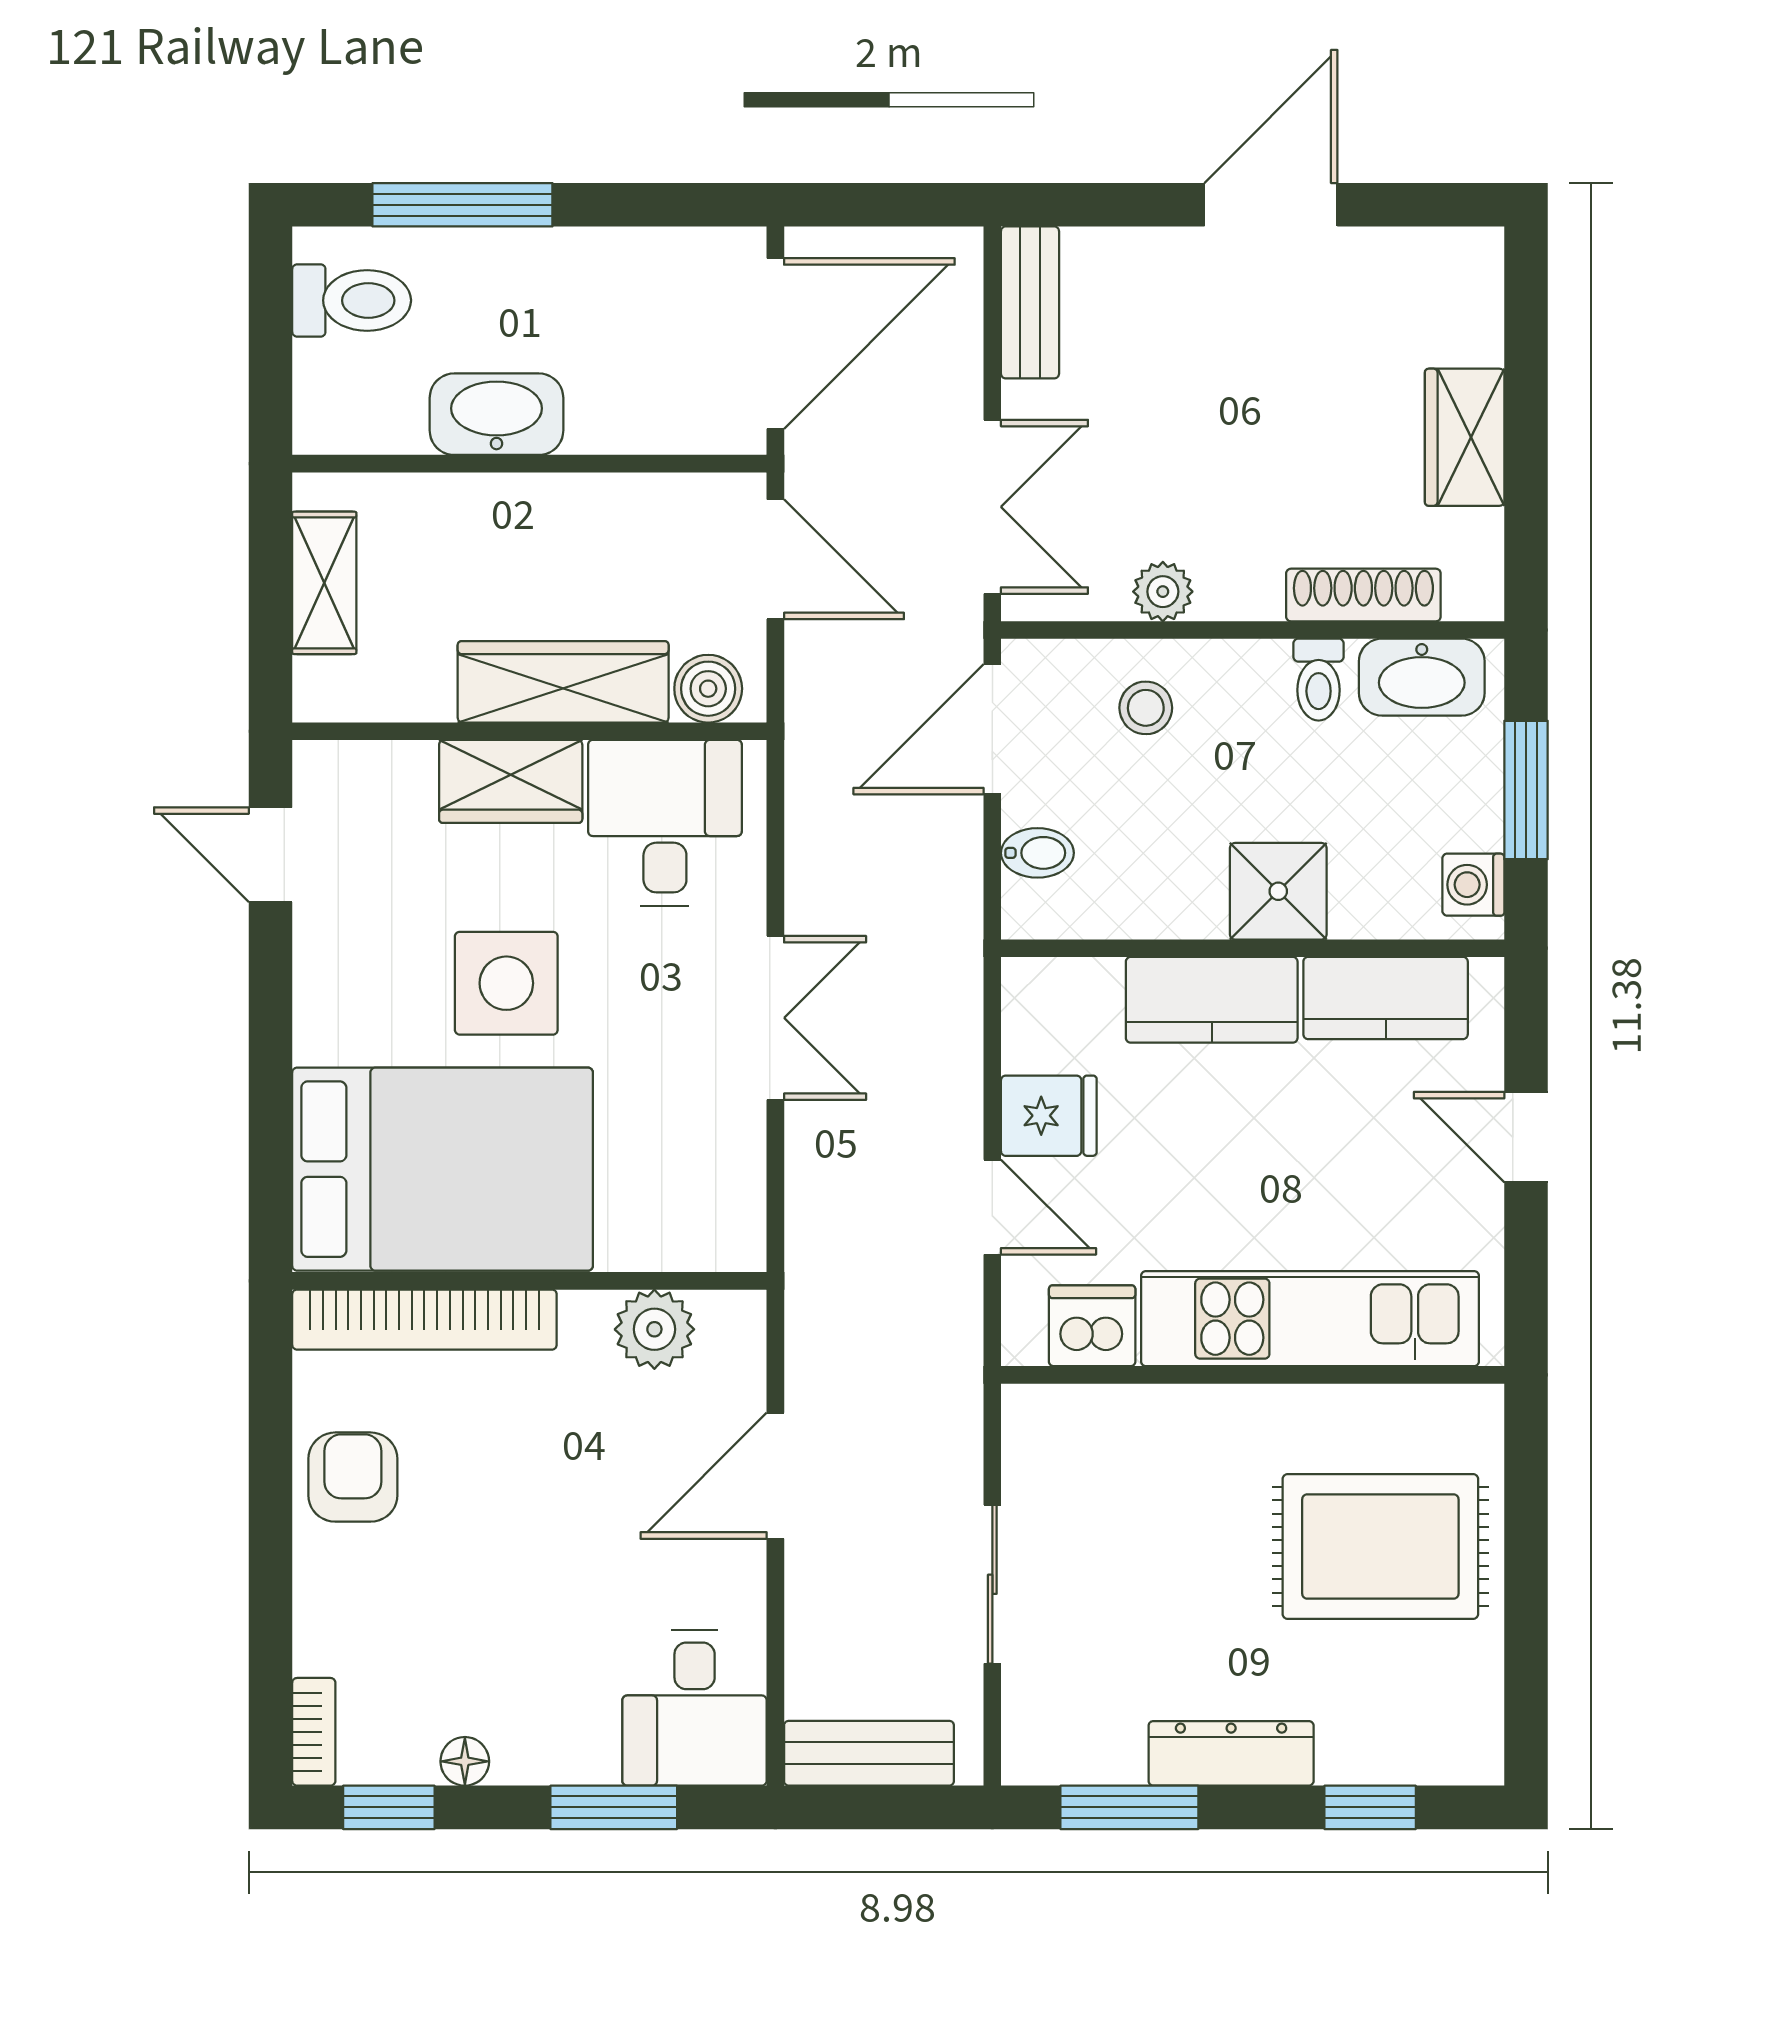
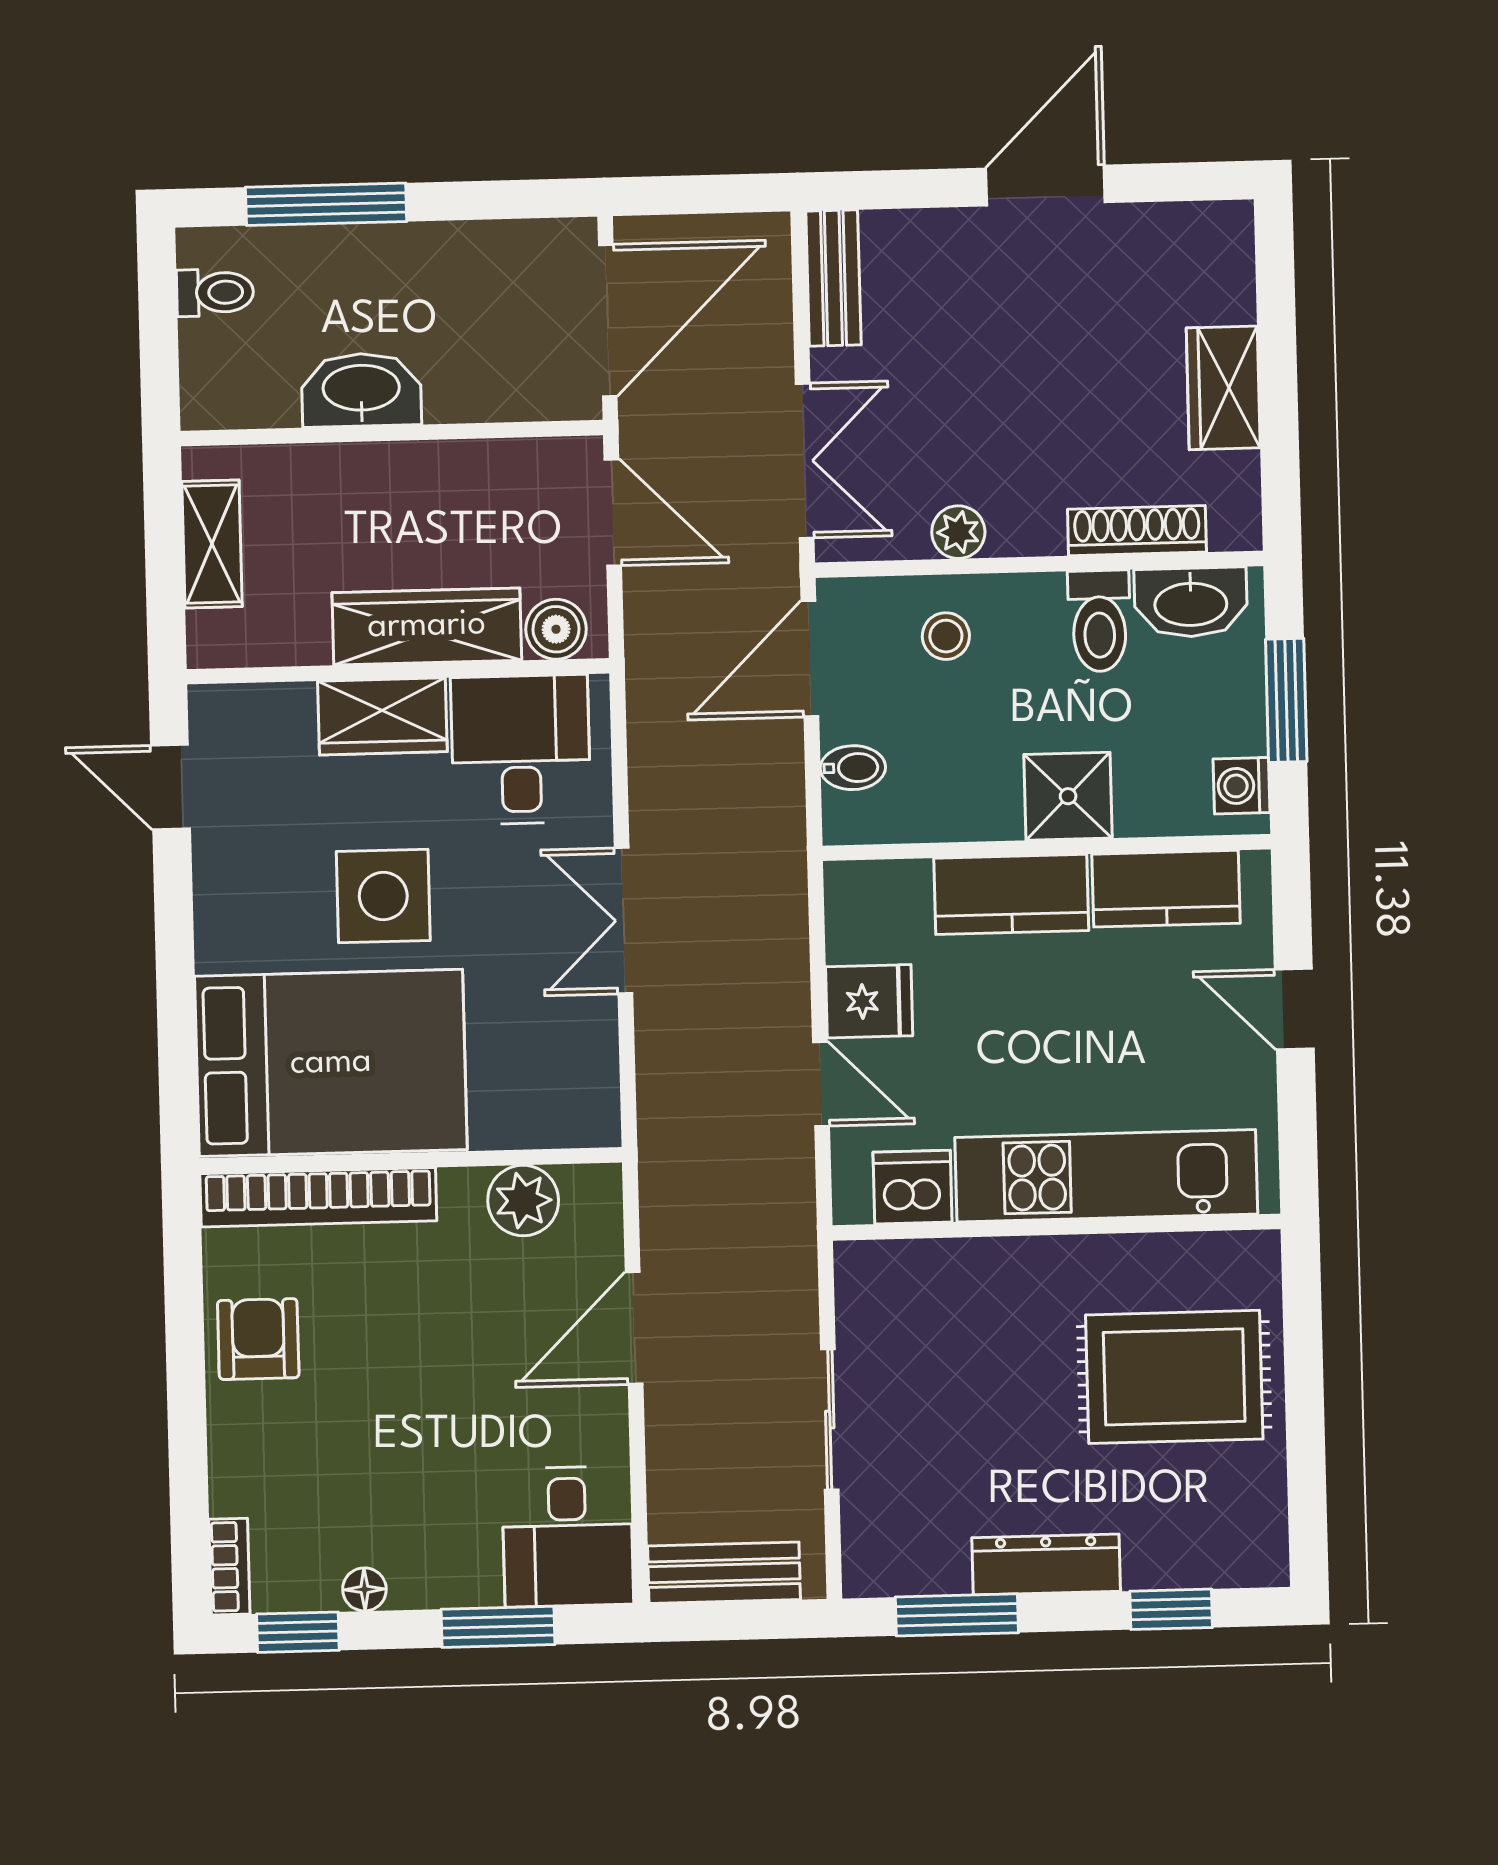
toilet: (352, 300) -> (215, 292), width x0.73, depth x0.72
toilet: (1319, 680) -> (1099, 621), width x1.37, depth x1.39
double door: (775, 1018) -> (623, 921), swing flipped

